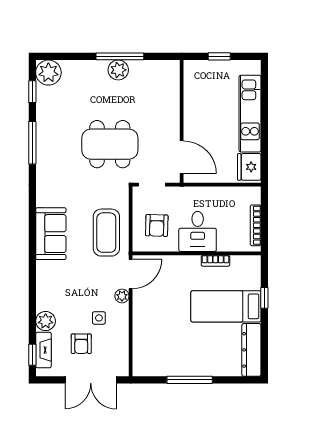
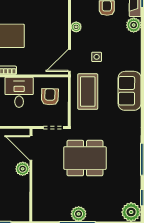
plant: (193, 130) -> (23, 169), added
plant: (122, 296) -> (76, 27), moved
side table: (99, 318) -> (97, 57), moved

